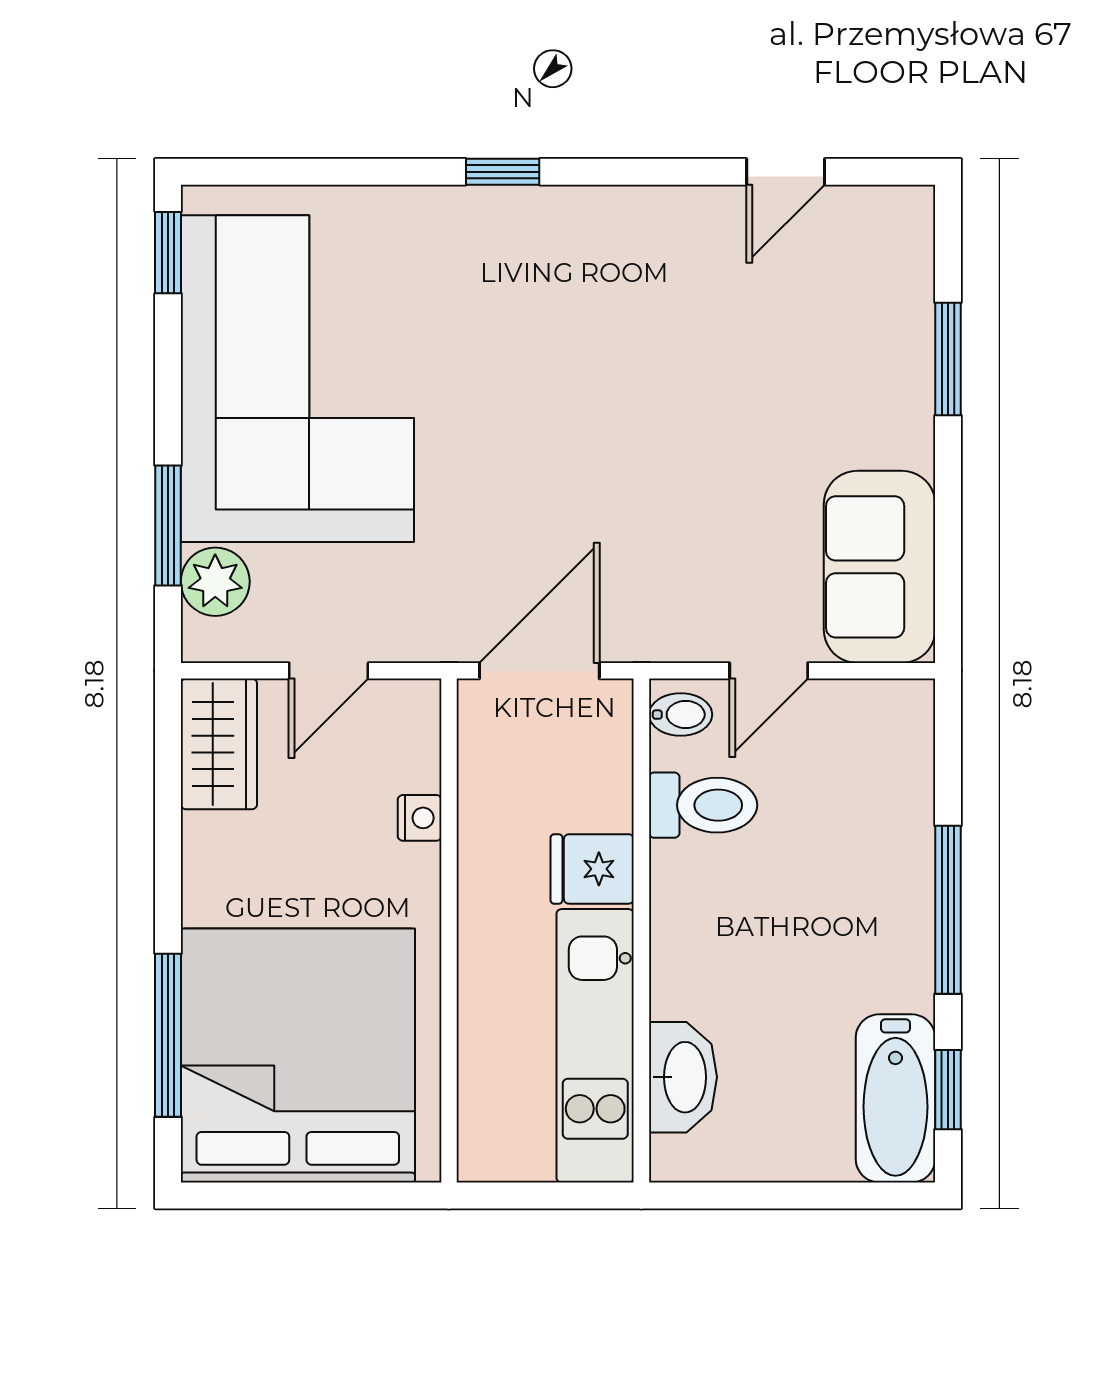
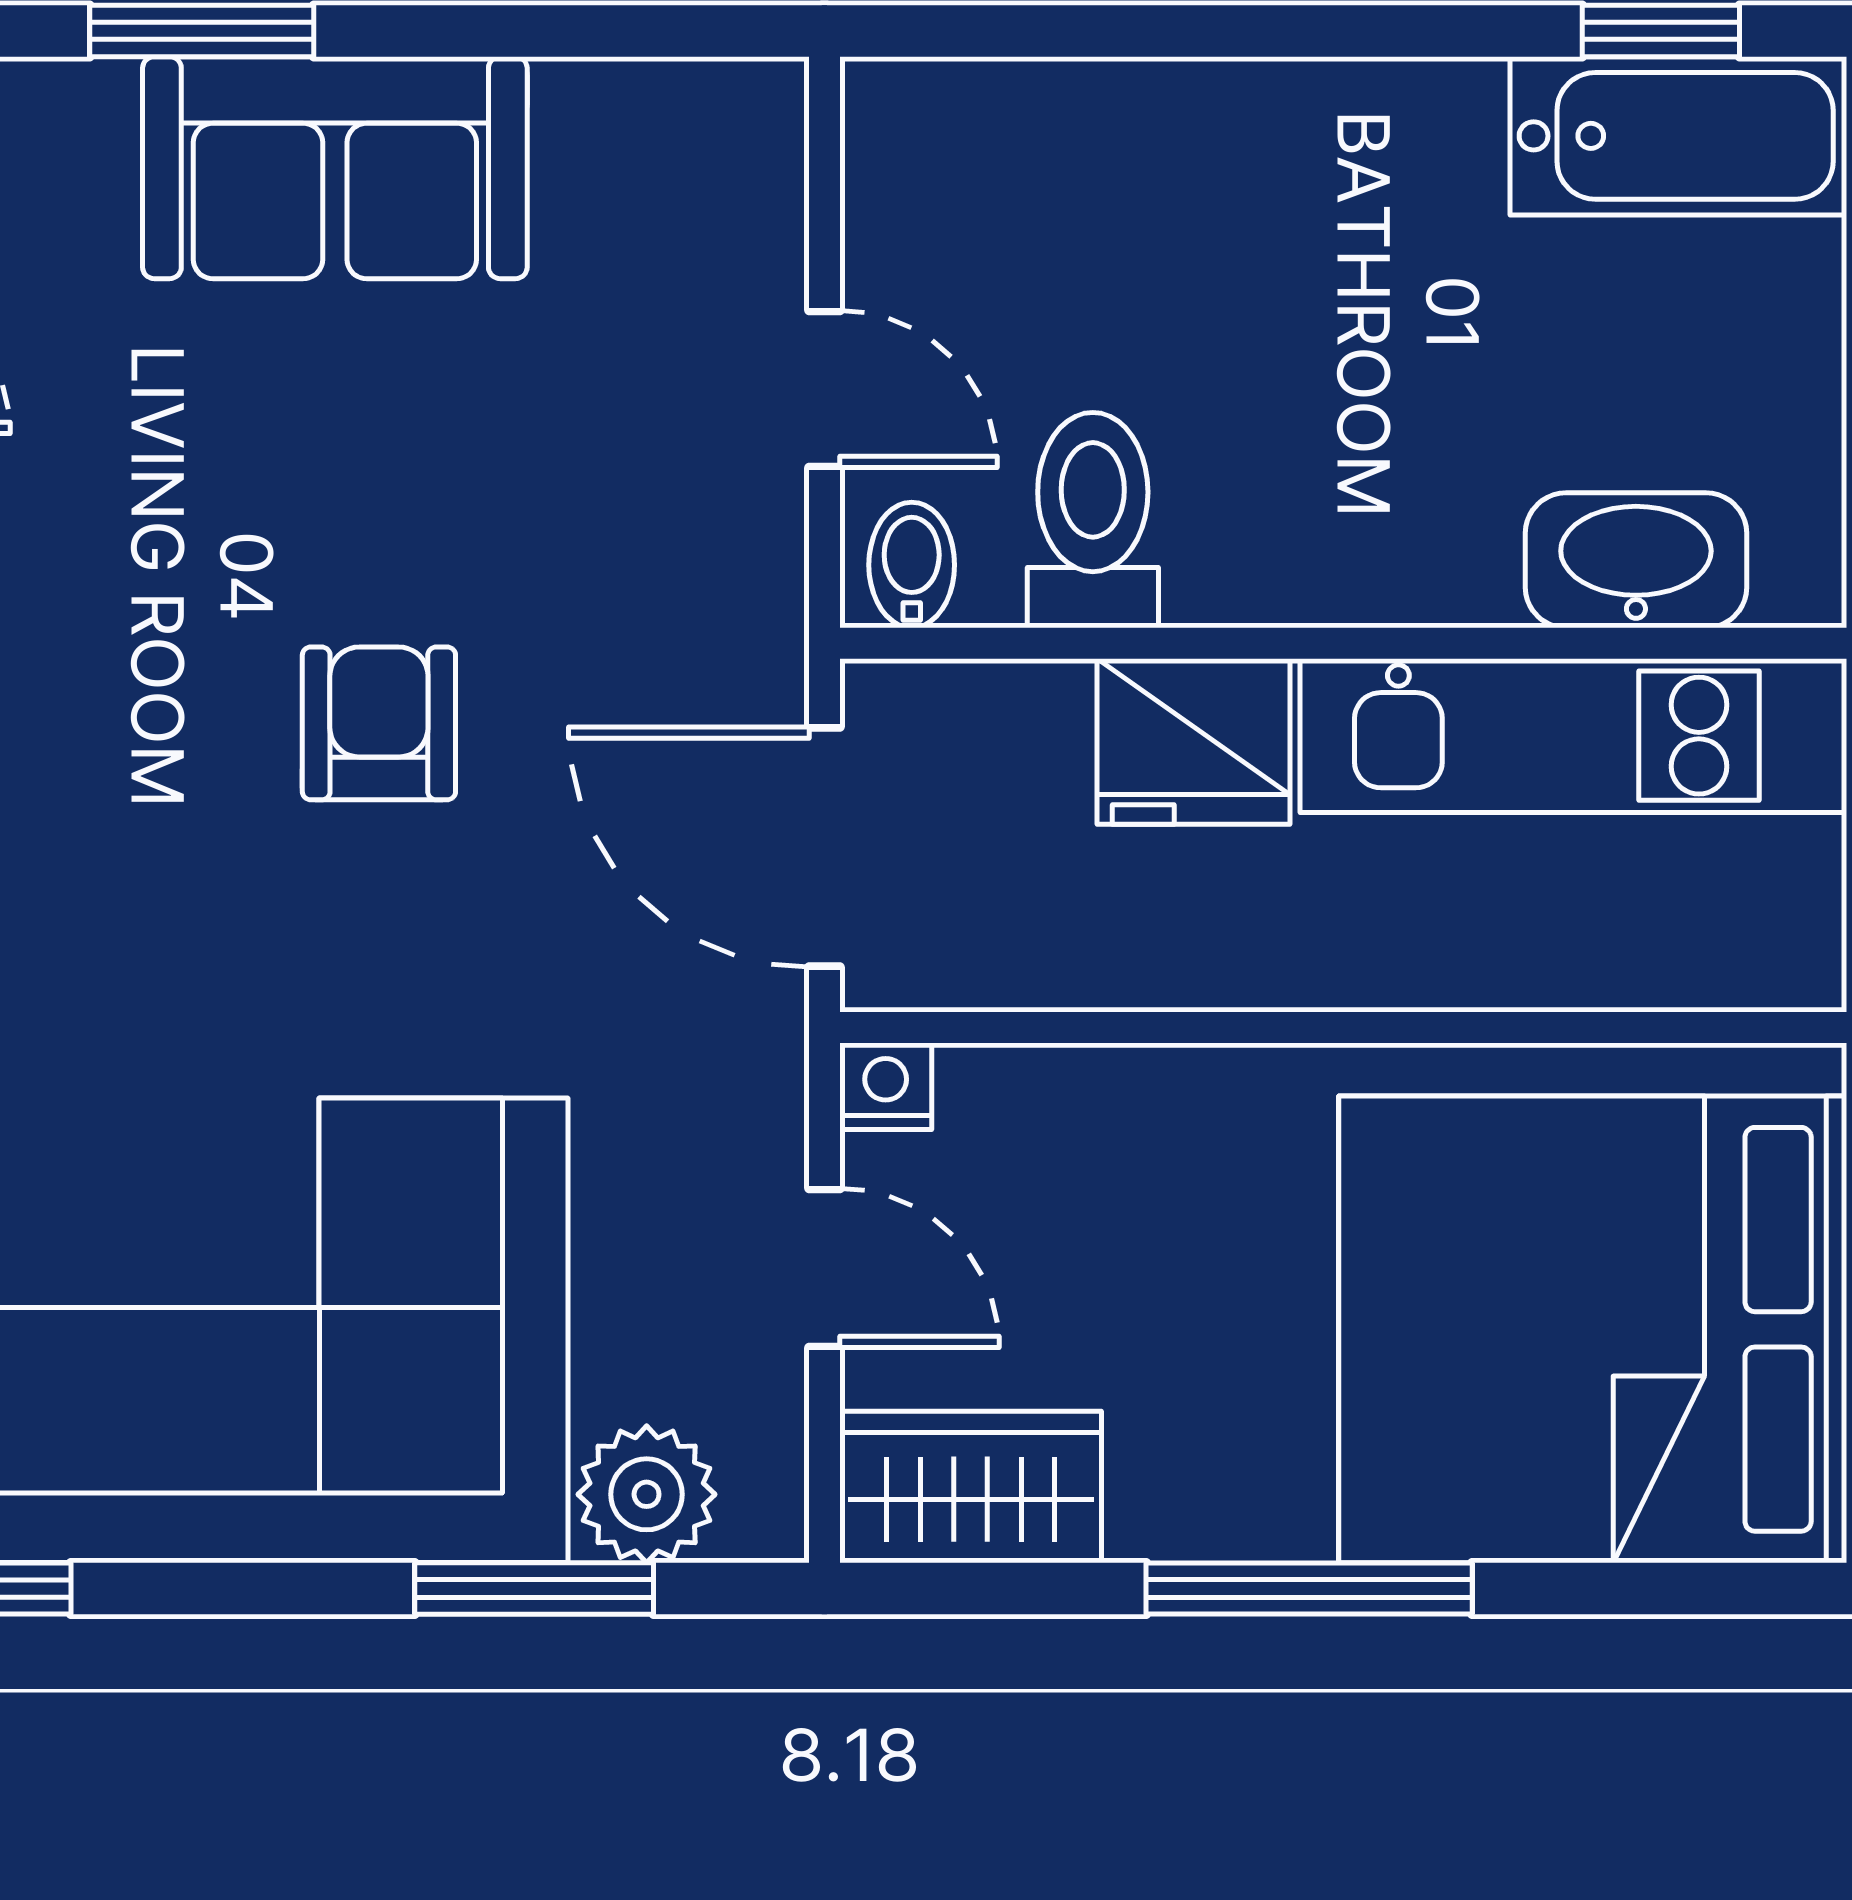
armchair: (601, 448) -> (379, 723), added
sofa: (880, 567) -> (335, 168), moved
nightstand: (420, 818) -> (886, 1086), moved
fridge: (592, 869) -> (1193, 742), width x1.38
window: (948, 910) -> (1302, 31), removed
window: (168, 1035) -> (1309, 1588), moved

